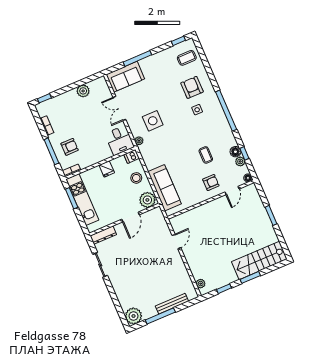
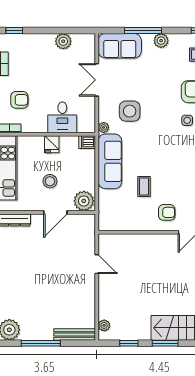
plant: (154, 60) -> (161, 41), added
desk: (120, 140) -> (62, 117), moved
coffee table: (206, 155) -> (144, 186), moved
stool: (136, 178) -> (50, 181), moved
sofa: (165, 188) -> (110, 161), moved
door: (176, 242) -> (97, 264), hinge flipped
bench: (172, 304) -> (75, 335), moved

